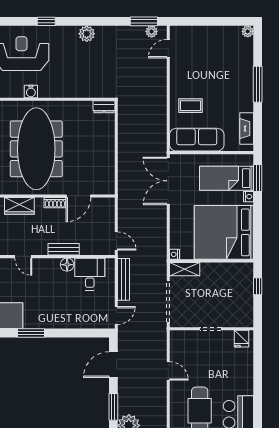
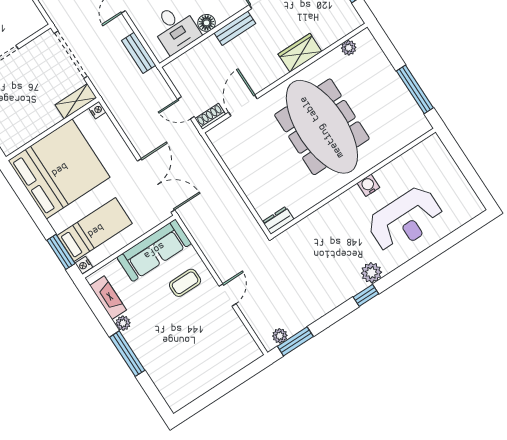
window: (46, 21) -> (366, 295), moved
plant: (248, 31) -> (123, 323), moved
plant: (87, 34) -> (371, 273), moved
door: (168, 49) -> (227, 295), moved
nightstand: (248, 197) -> (84, 265), moved
shoe rack: (55, 203) -> (210, 116), moved
door: (116, 241) -> (186, 108), moved
bench: (64, 249) -> (235, 28), moved
bench: (124, 279) -> (139, 53), width x0.73

